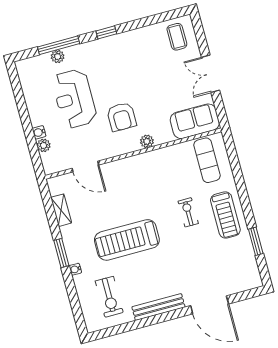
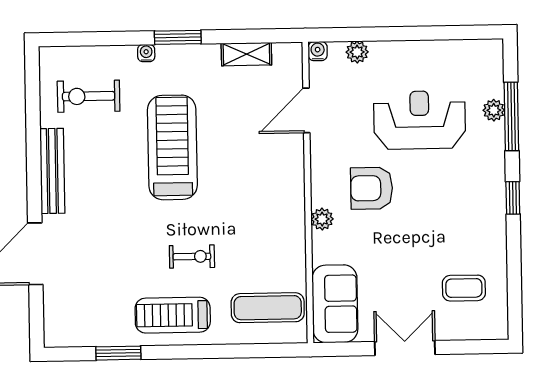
coffee table: (177, 37) -> (464, 288), moved
water cooler: (39, 132) -> (318, 51), moved

